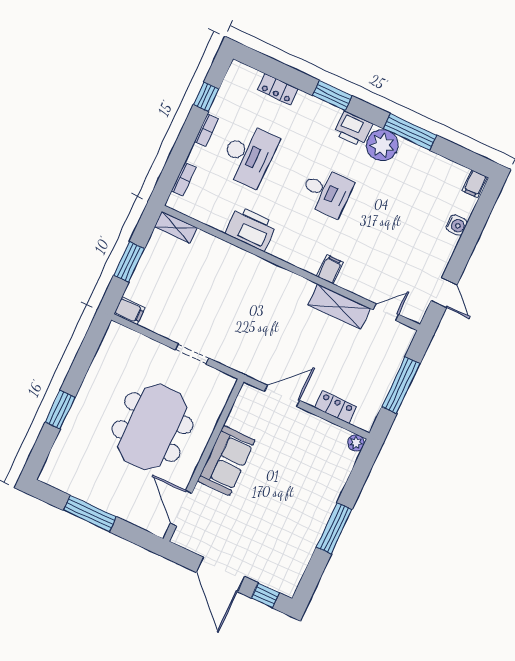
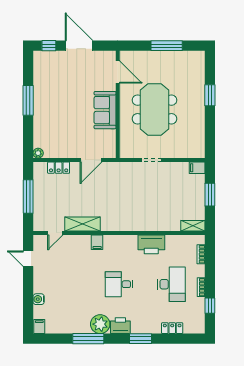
desk: (248, 155) -> (172, 284), turned 180

